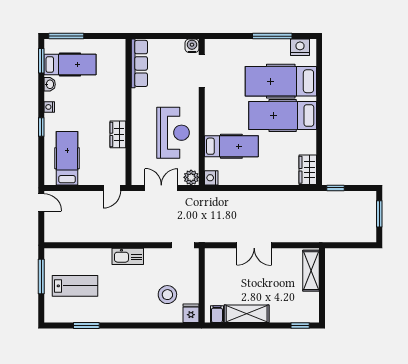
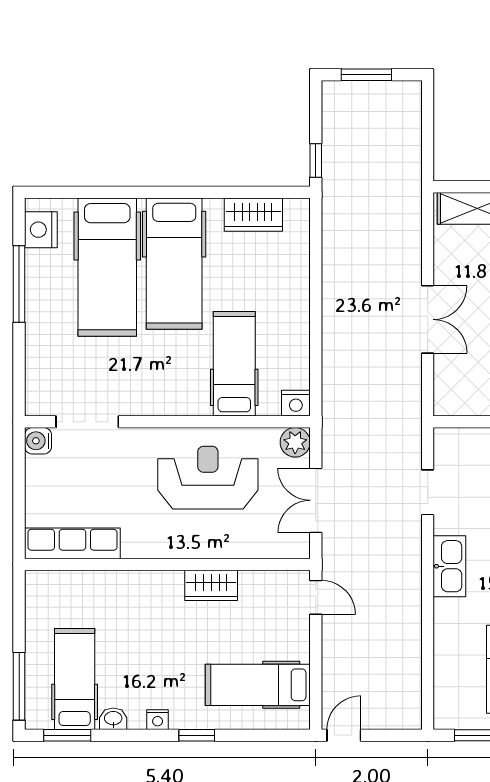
wardrobe: (308, 170) -> (253, 215), moved
doorway: (183, 245) -> (428, 492), moved

